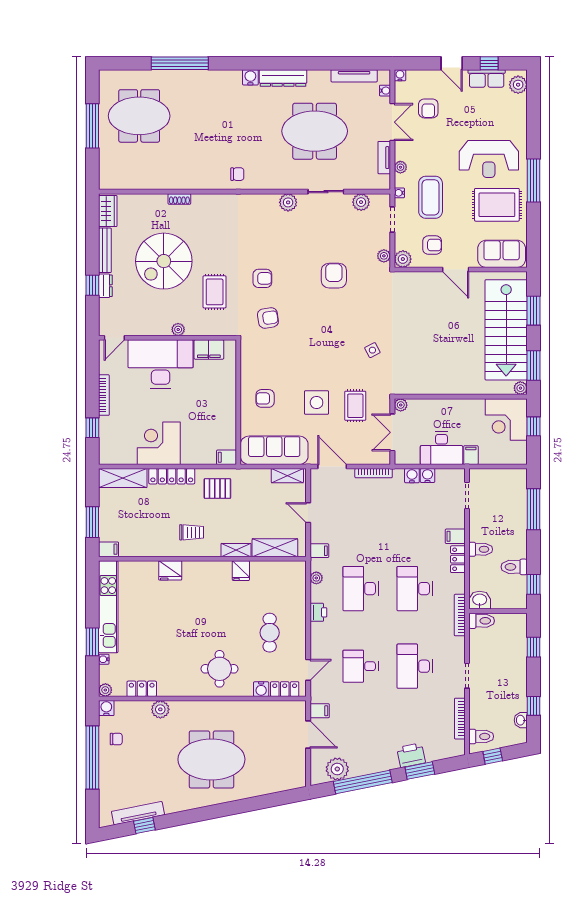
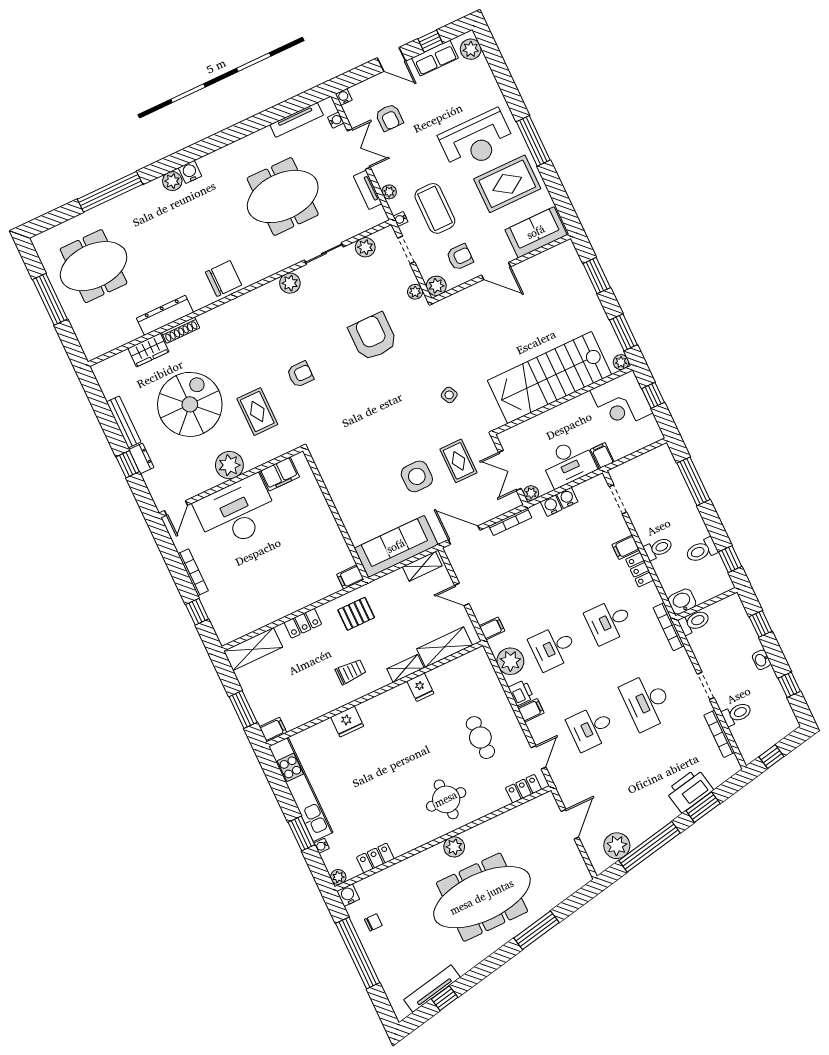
plant: (233, 78) -> (172, 181), added
dresser: (283, 78) -> (165, 315), moved, turned 180
chair: (237, 174) -> (224, 279), width x1.87, depth x1.87
shoe rack: (179, 199) -> (181, 330), width x1.43
wardrobe: (108, 211) -> (148, 350), moved, turned 90
spiral stairs: (164, 261) -> (190, 404), turned 180
armchair: (334, 276) -> (373, 337), width x1.36, depth x1.36
armchair: (268, 318) -> (325, 413), removed
plant: (178, 329) -> (229, 465), width x1.88, depth x1.88
stairs: (506, 330) -> (550, 378), moved, turned 90
armchair: (265, 398) -> (362, 497), removed
plant: (401, 405) -> (531, 493), moved
corner desk: (159, 443) -> (273, 595), removed
locker: (172, 476) -> (303, 623), width x0.66
plant: (316, 578) -> (510, 661), width x1.88, depth x1.88
desk: (361, 589) -> (553, 648), width x0.73
desk: (415, 589) -> (609, 621), width x0.73
water cooler: (261, 689) -> (499, 800), removed
plant: (160, 709) -> (454, 847), moved
filing cabinet: (320, 711) -> (531, 710), moved
washbasin: (521, 720) -> (761, 660), moved
door: (308, 735) -> (570, 824), hinge flipped
toilet: (481, 736) -> (737, 714), moved
printer: (411, 755) -> (689, 790), width x1.37, depth x1.19
meeting table: (211, 759) -> (482, 897), width x1.36
window: (242, 806) -> (537, 930), added

